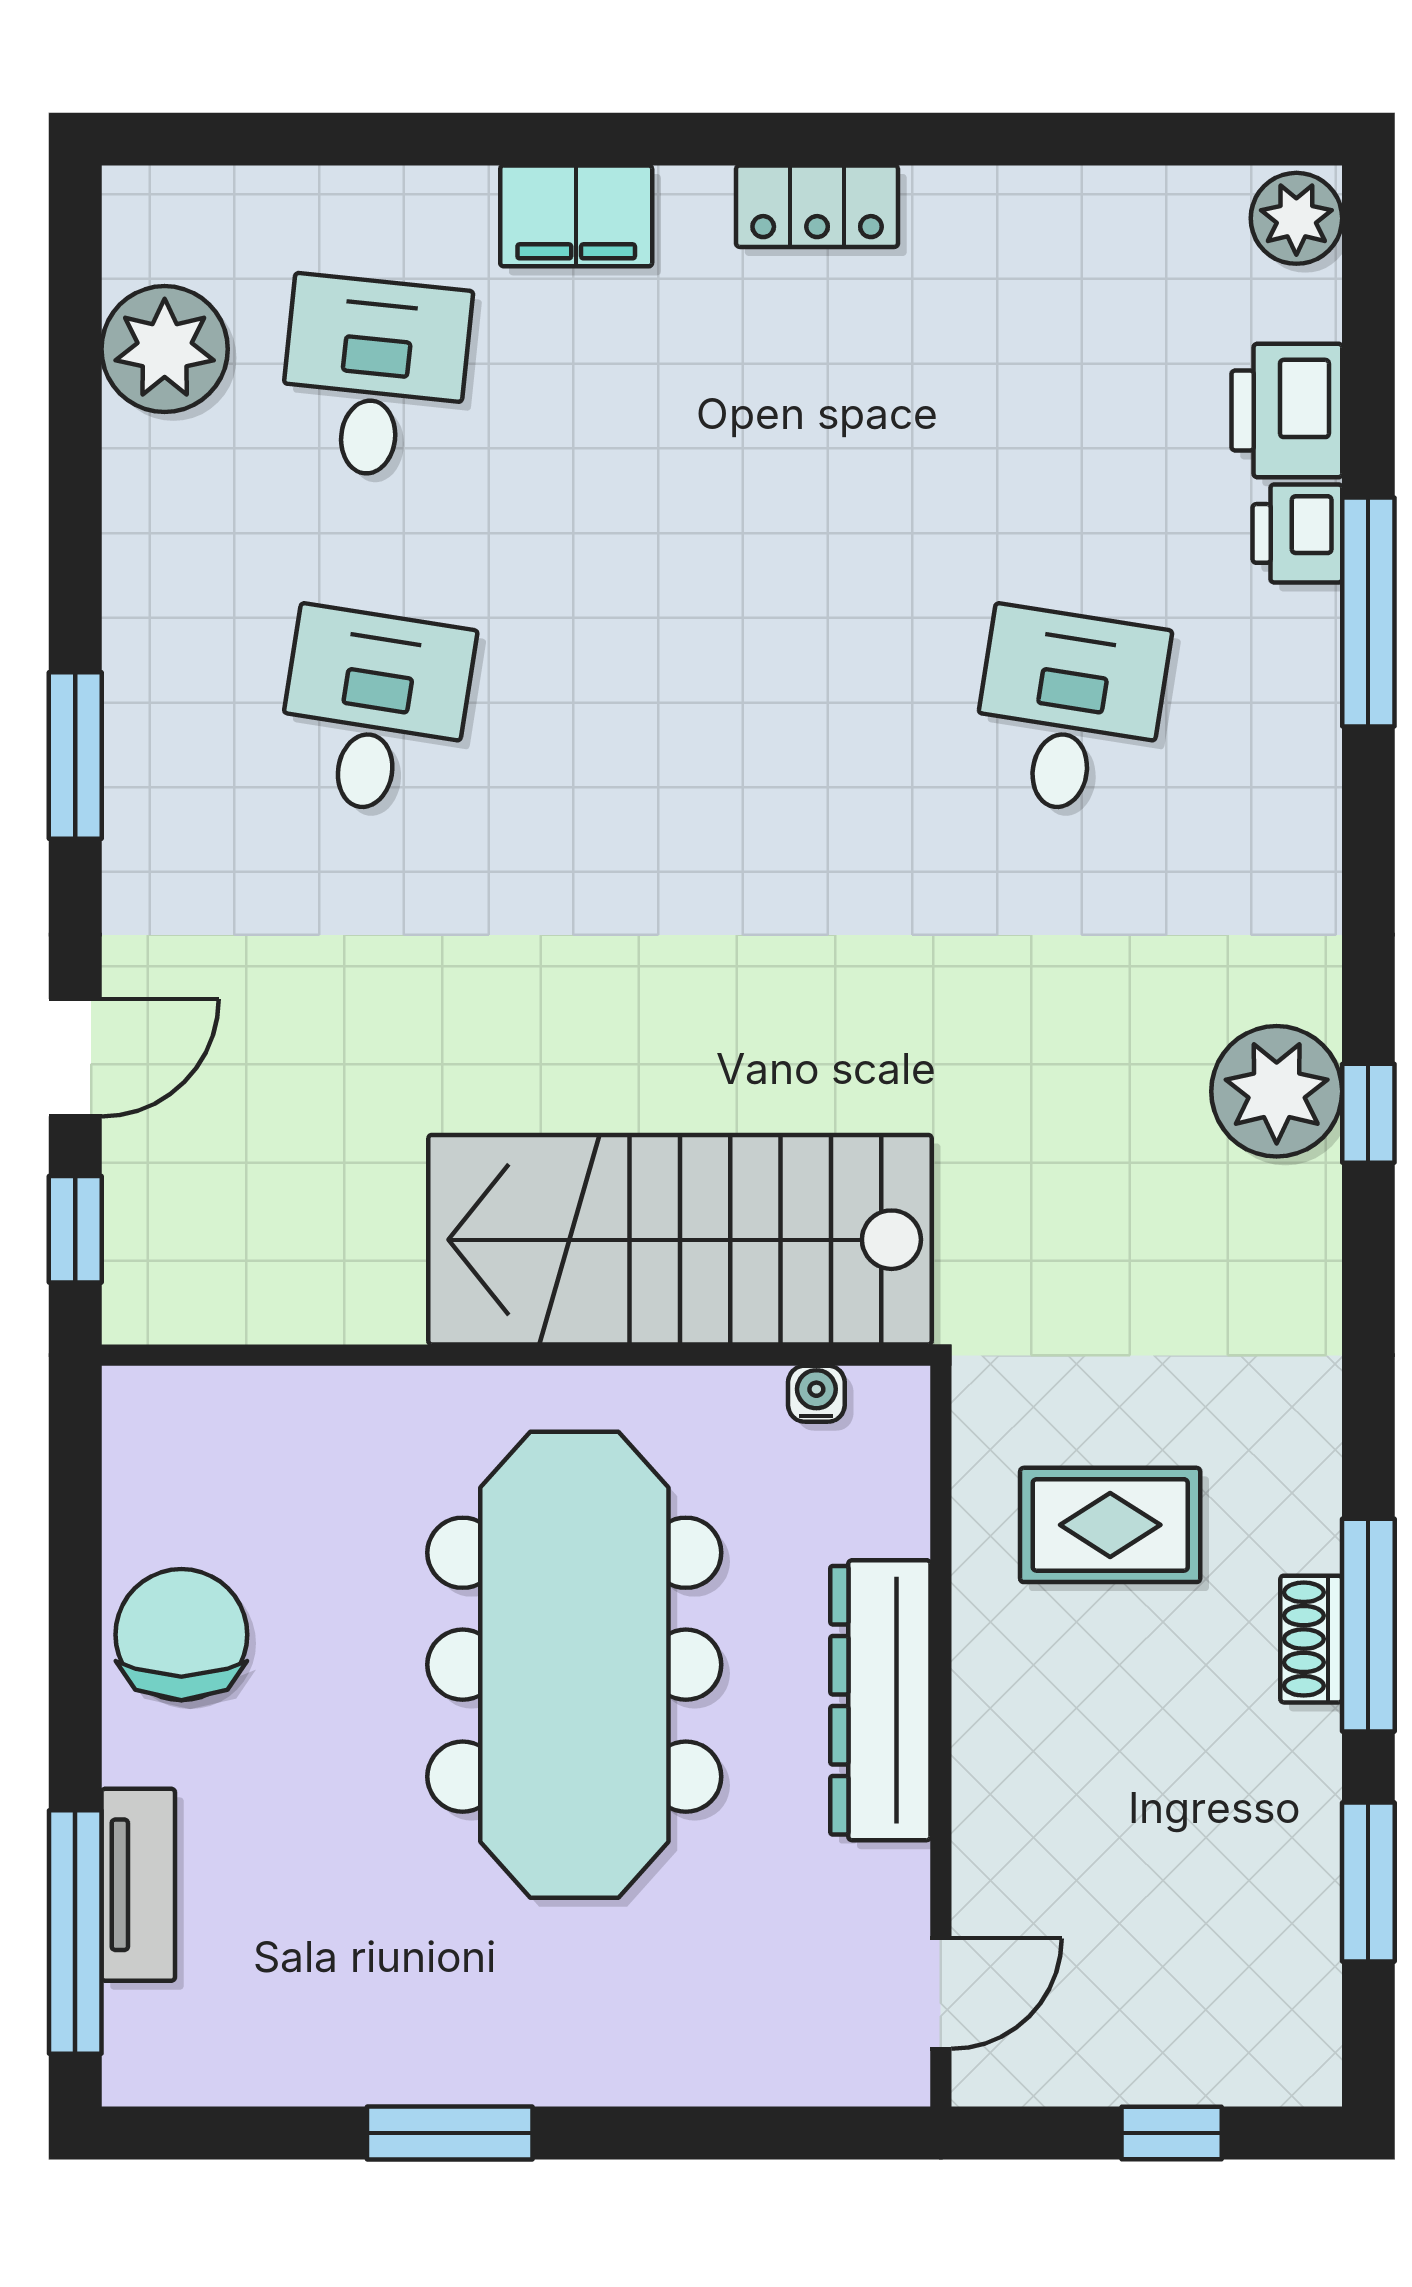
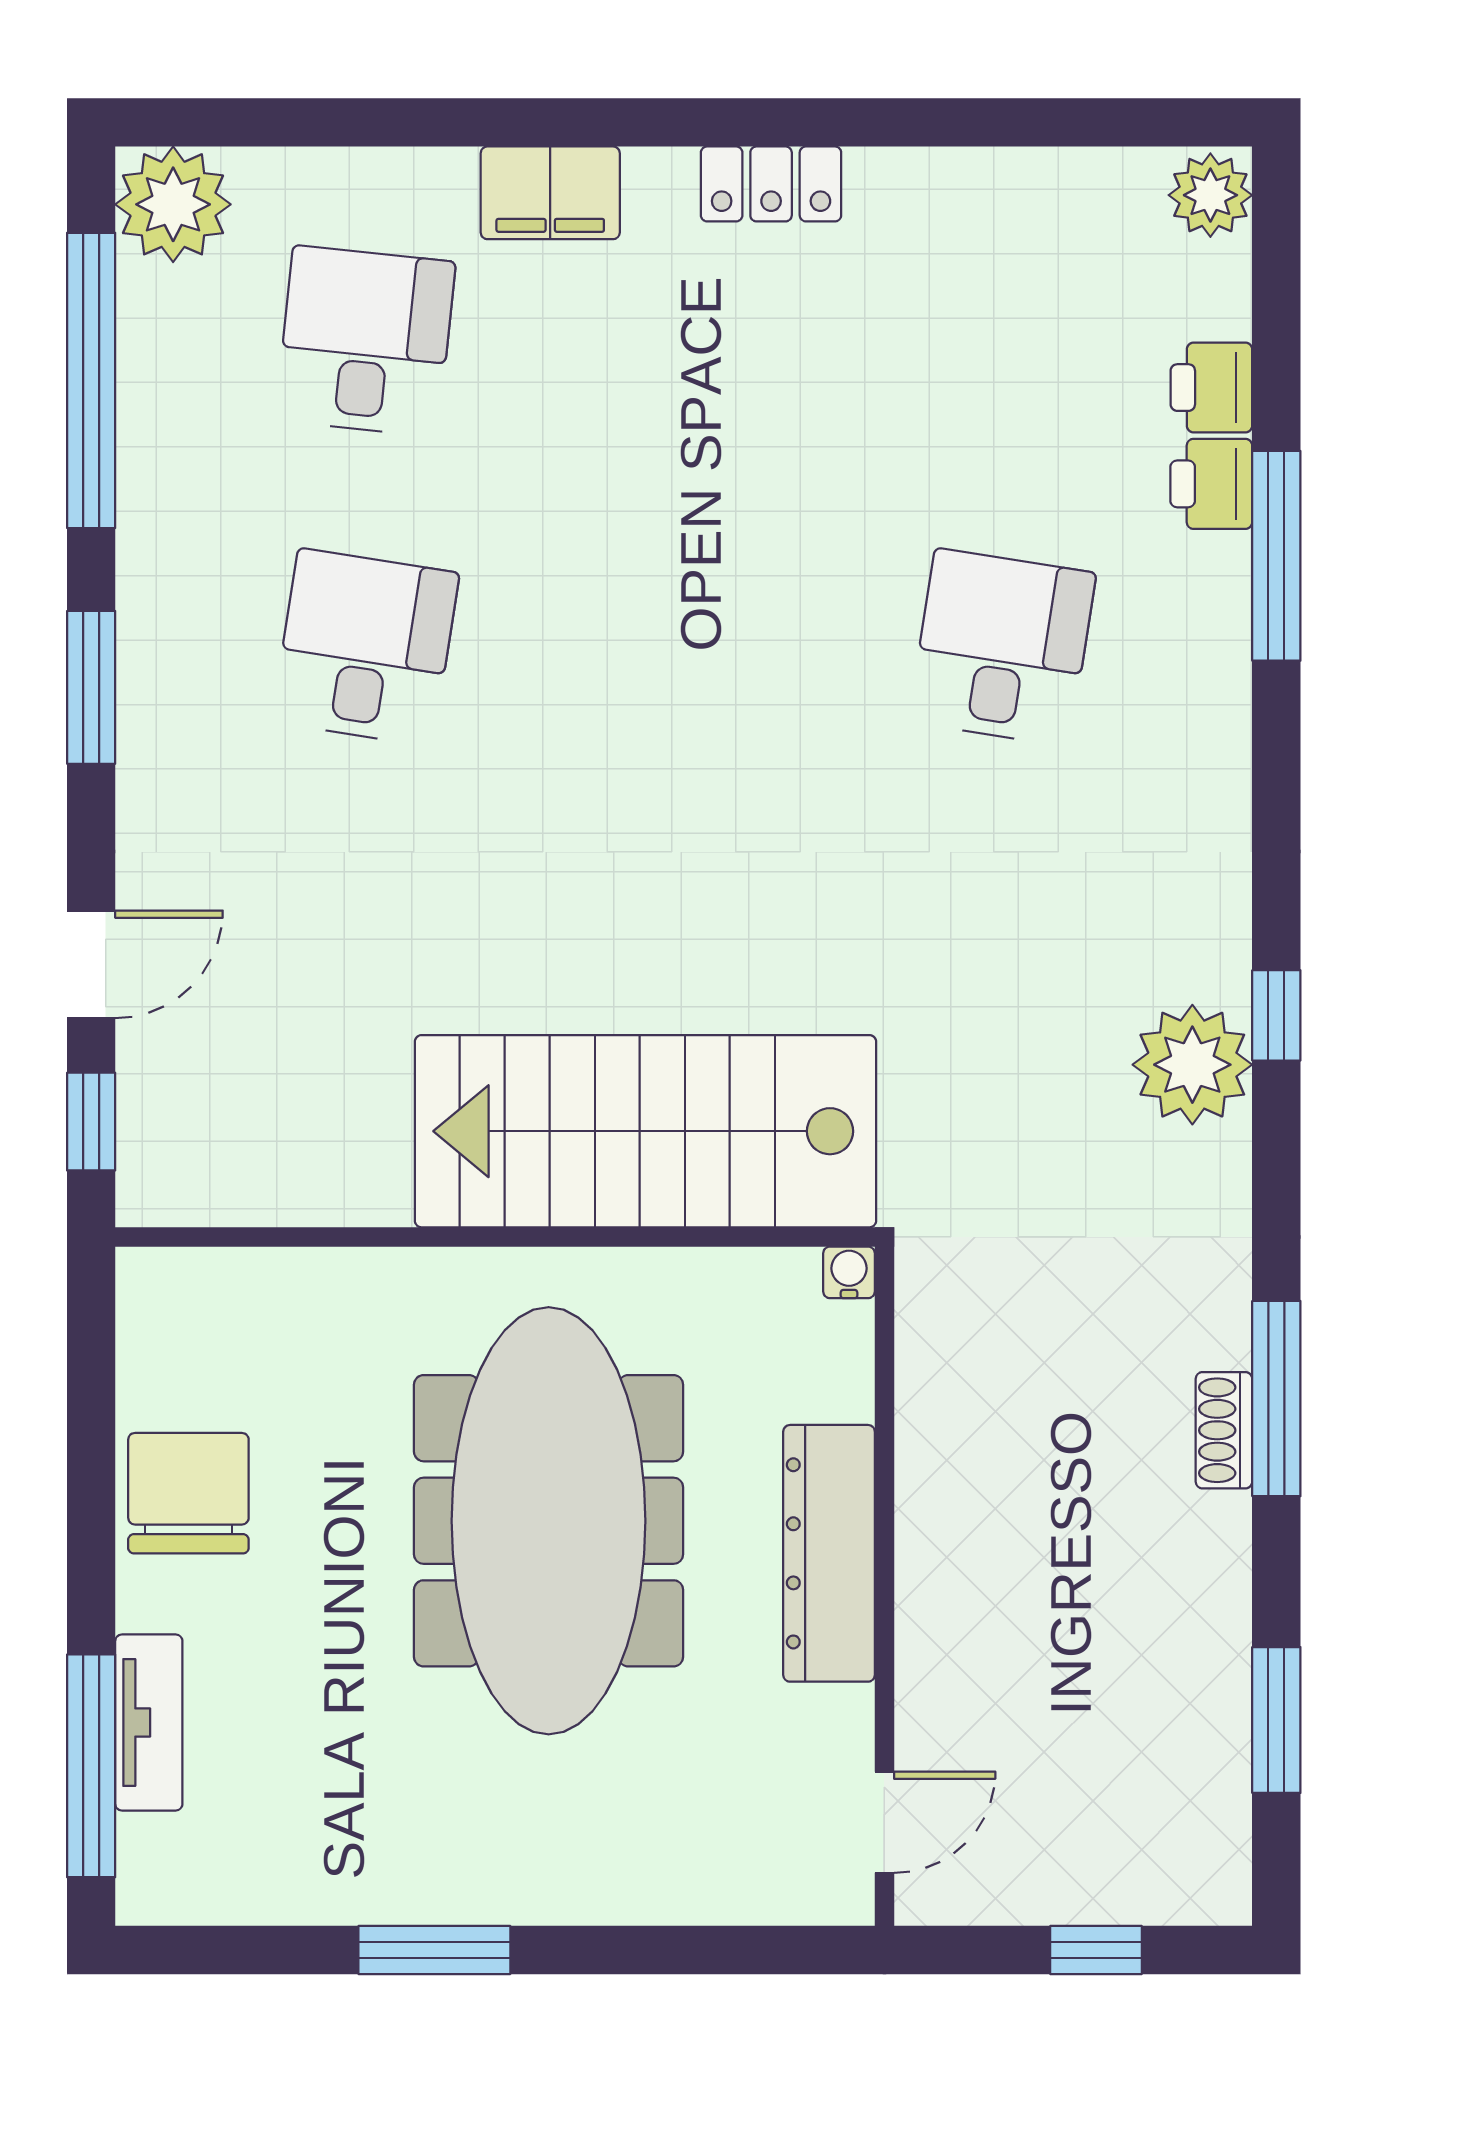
plant: (165, 349) -> (173, 204), moved
printer: (1287, 411) -> (1211, 388), width x0.73, depth x0.81
window: (75, 421) -> (91, 380), added
plant: (1277, 1091) -> (1192, 1065), moved
water cooler: (816, 1394) -> (849, 1272), moved
rug: (1110, 1525) -> (1040, 1393), removed
window: (1368, 1625) -> (1276, 1399), moved
shoe rack: (1311, 1639) -> (1224, 1430), moved

